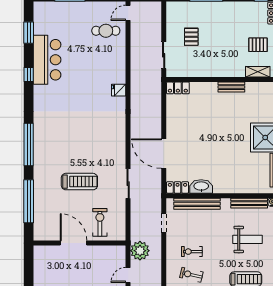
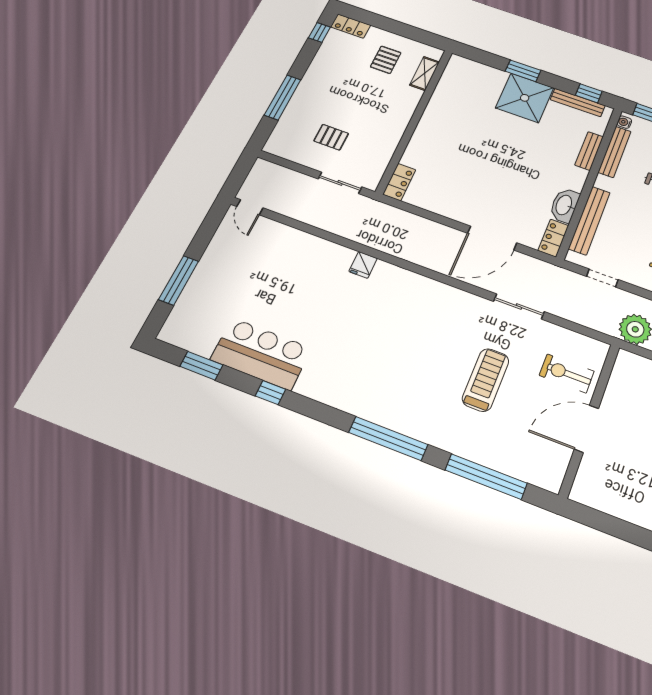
cafe table: (106, 31) -> (261, 249), removed
bench: (231, 87) -> (589, 151), moved

